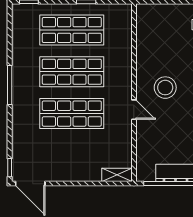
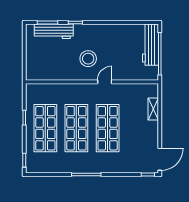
shelving: (117, 175) -> (153, 109), moved

